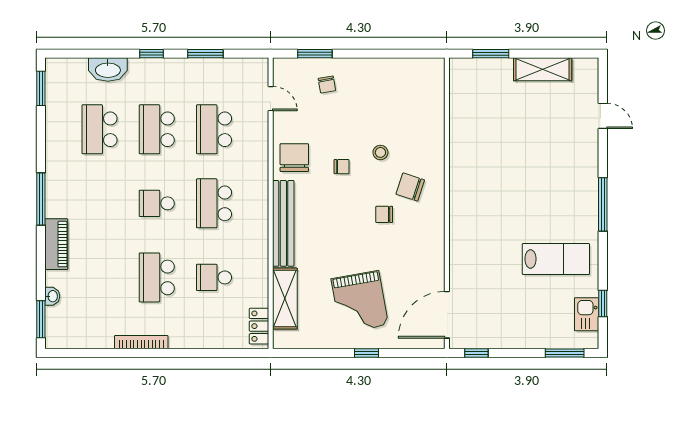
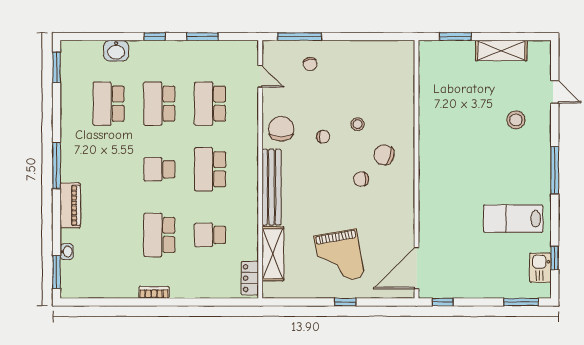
window: (315, 54) -> (299, 37), width x1.44
washbasin: (108, 70) -> (116, 51), width x0.72
stool: (559, 148) -> (516, 120), added
lab bench: (556, 259) -> (513, 219), turned 180
bookcase: (141, 342) -> (154, 292), width x0.64

